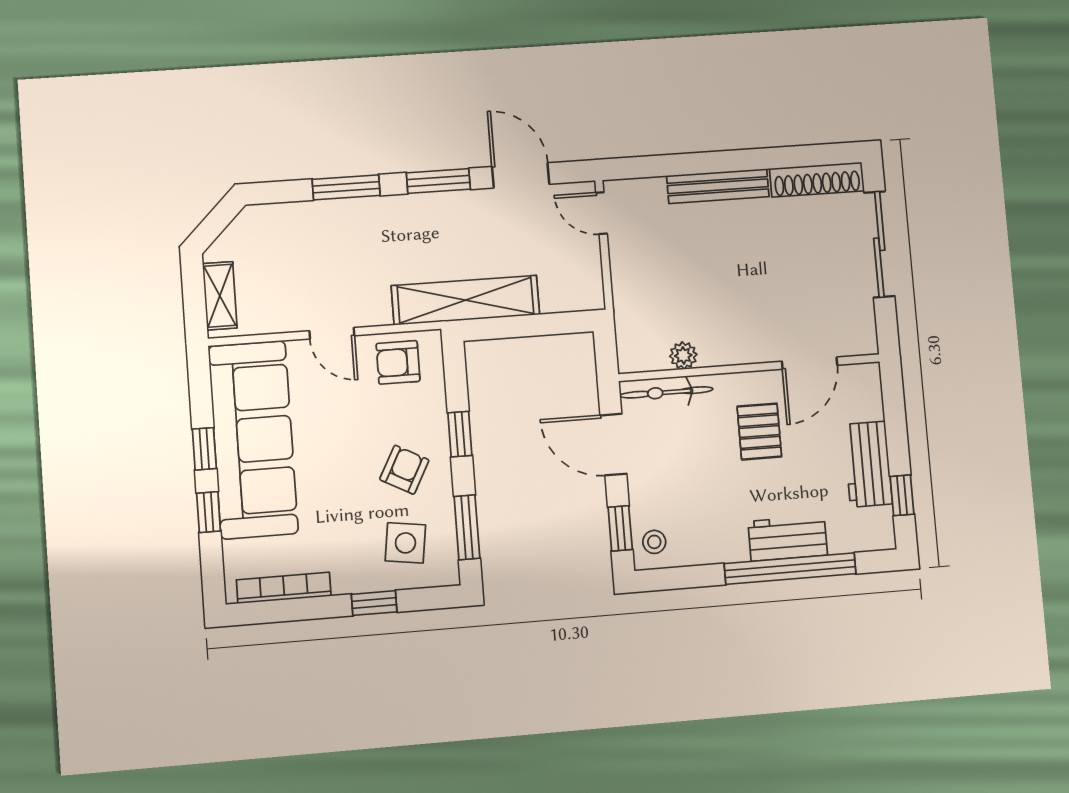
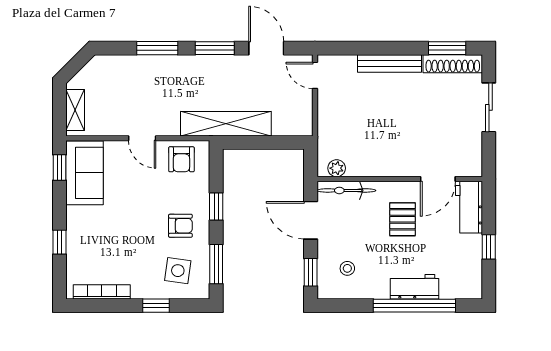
window: (806, 156) -> (447, 48), added
sliding door: (879, 244) -> (489, 107), width x0.73
plant: (683, 355) -> (337, 168), moved
armchair: (398, 362) -> (181, 159), turned -90
sofa: (253, 440) -> (84, 173), width x0.54, depth x0.79
window: (204, 449) -> (59, 167), moved
workbench: (868, 464) -> (469, 207), moved
armchair: (404, 470) -> (180, 226), turned 62
window: (902, 495) -> (489, 247), moved
stool: (654, 542) -> (347, 268), moved

